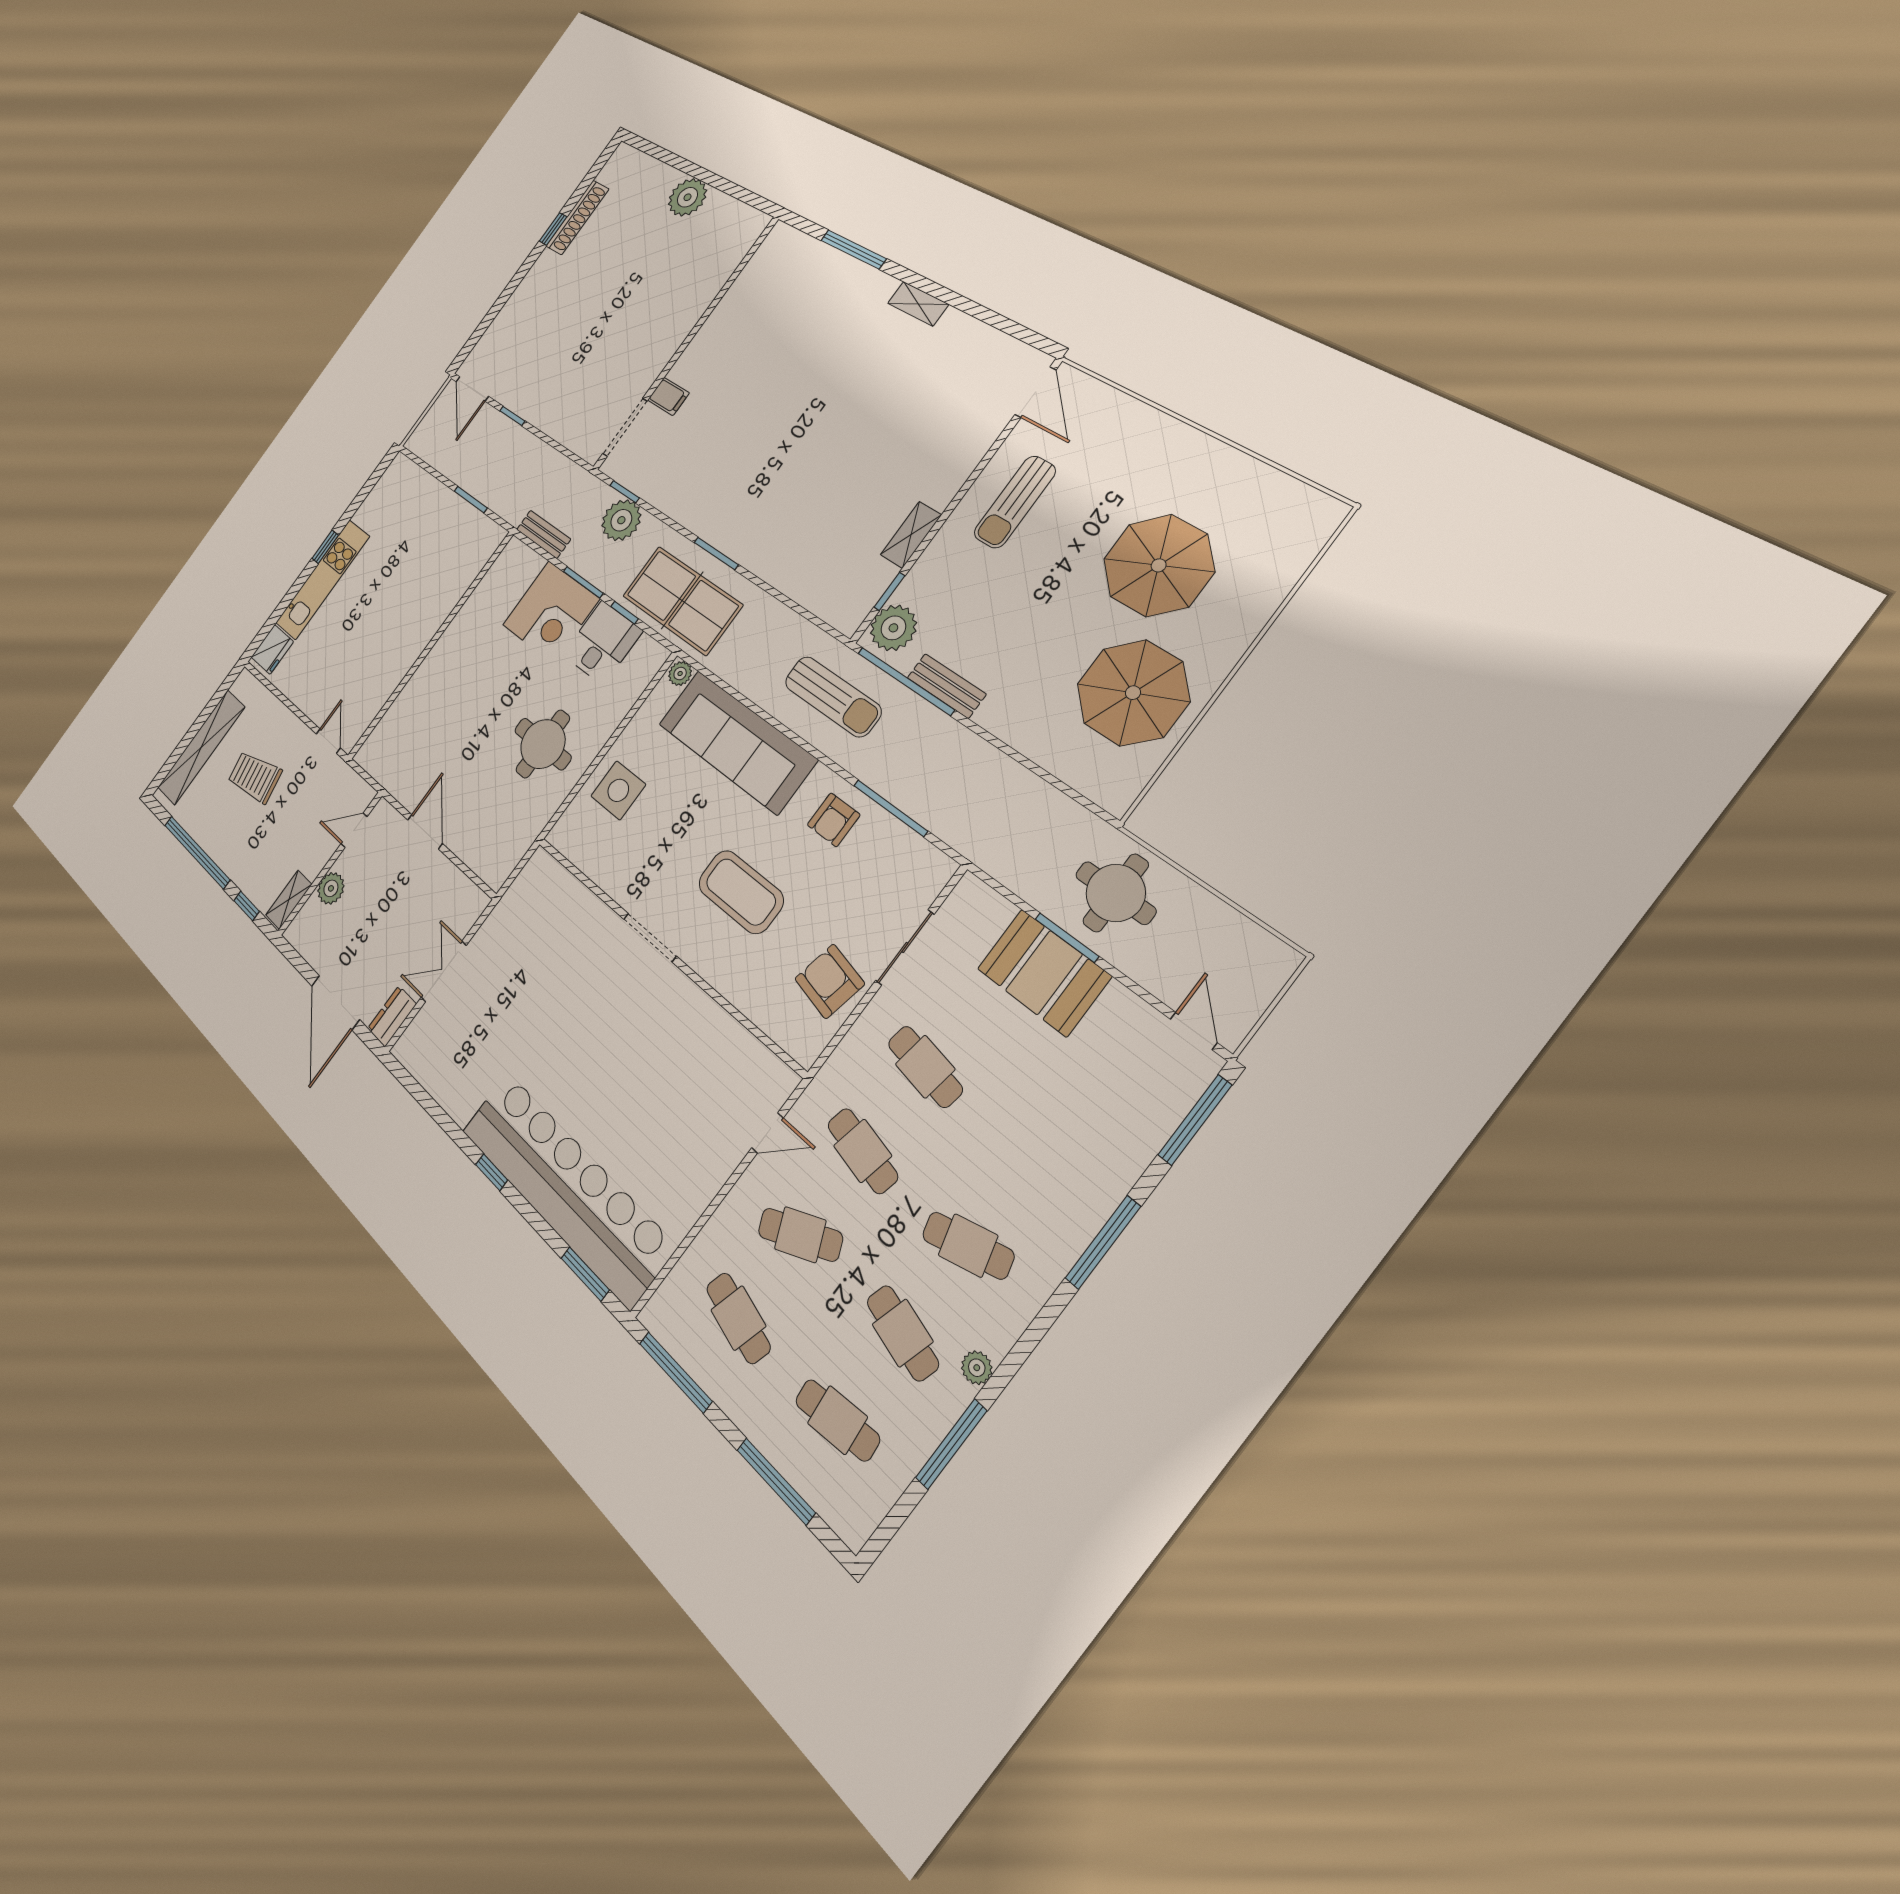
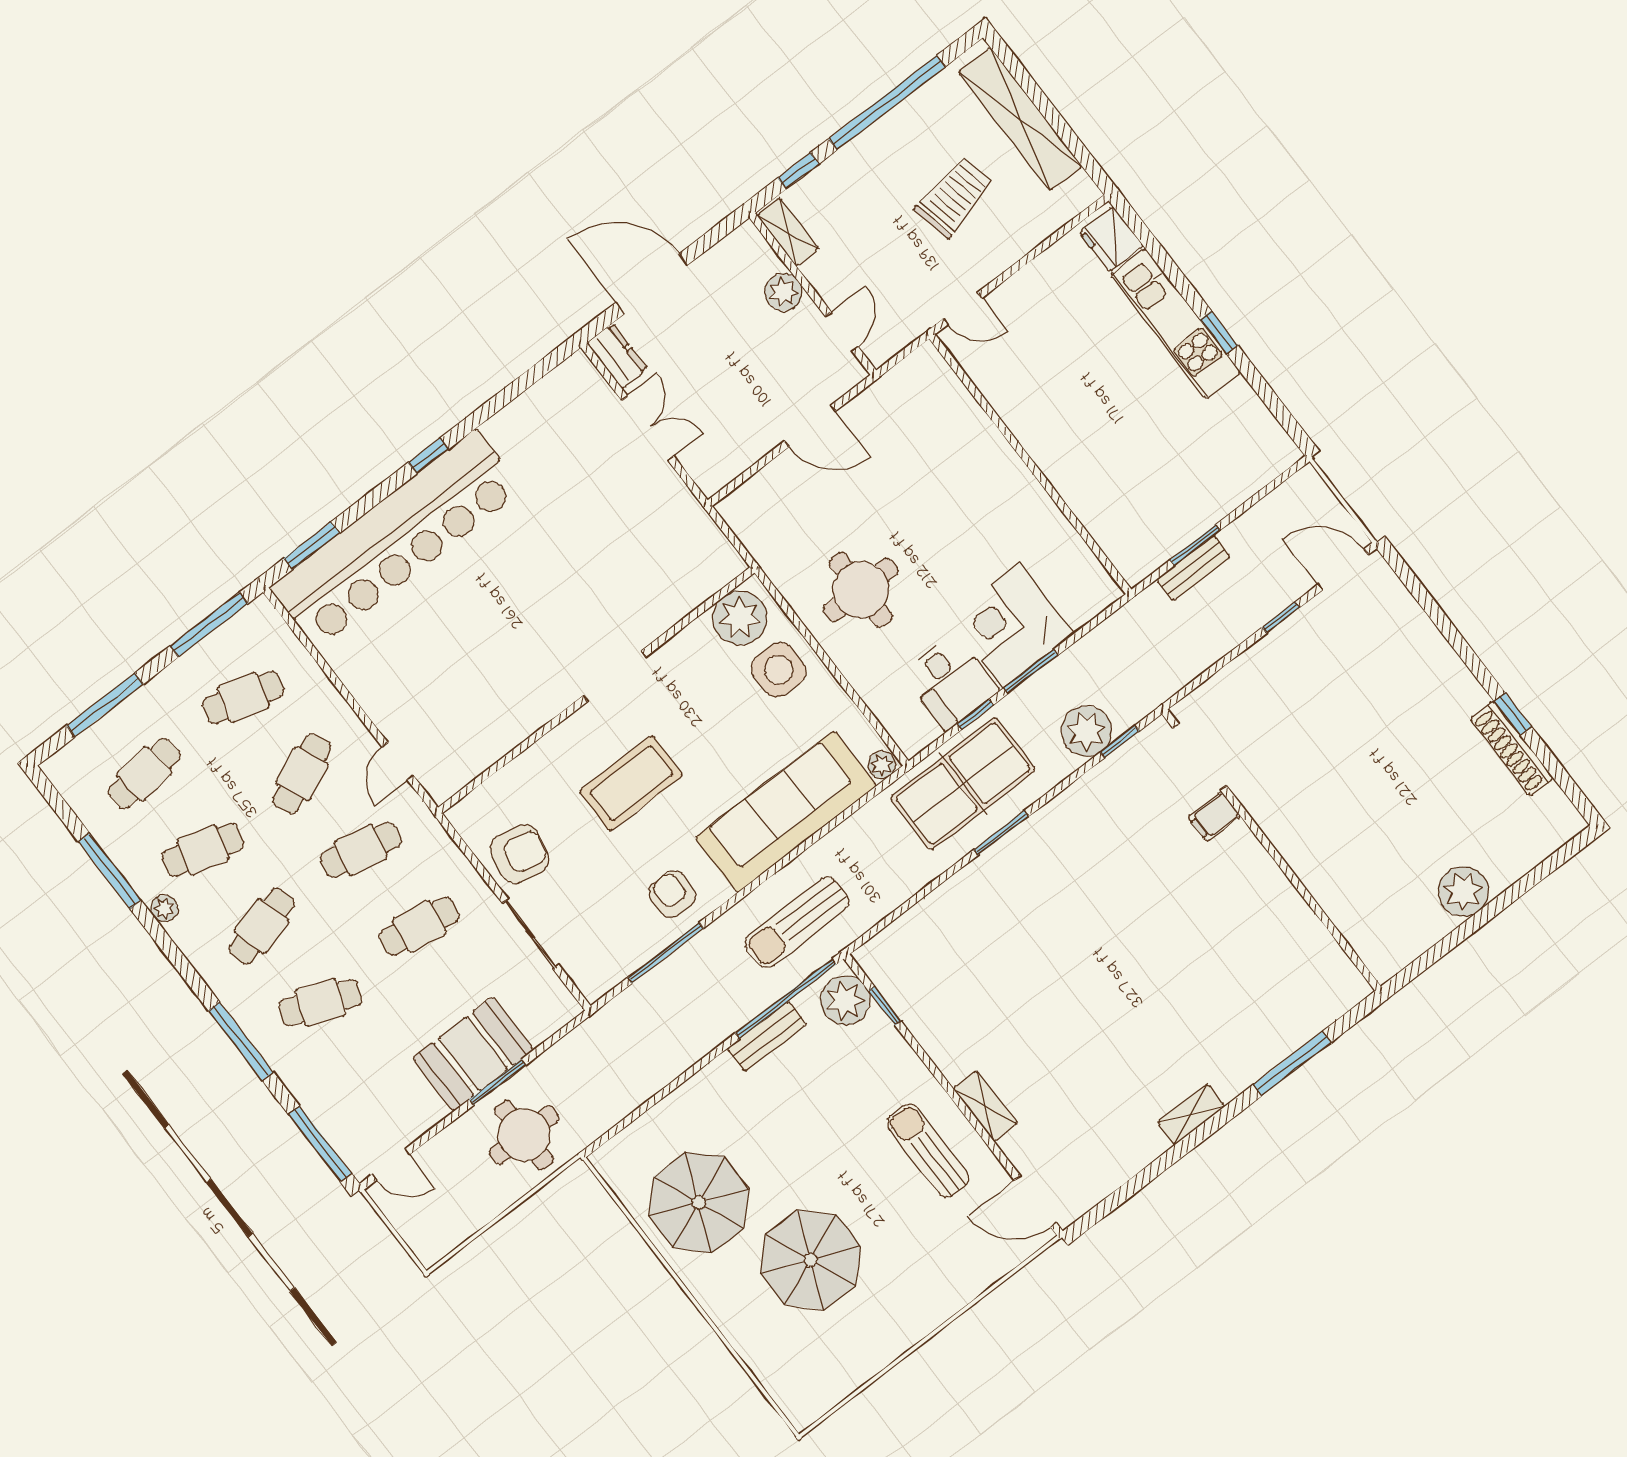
bench: (544, 534) -> (1194, 568), moved
shelving: (911, 535) -> (985, 1106), moved
plant: (582, 839) -> (740, 618), added
cafe table: (1034, 1158) -> (320, 1002), added

